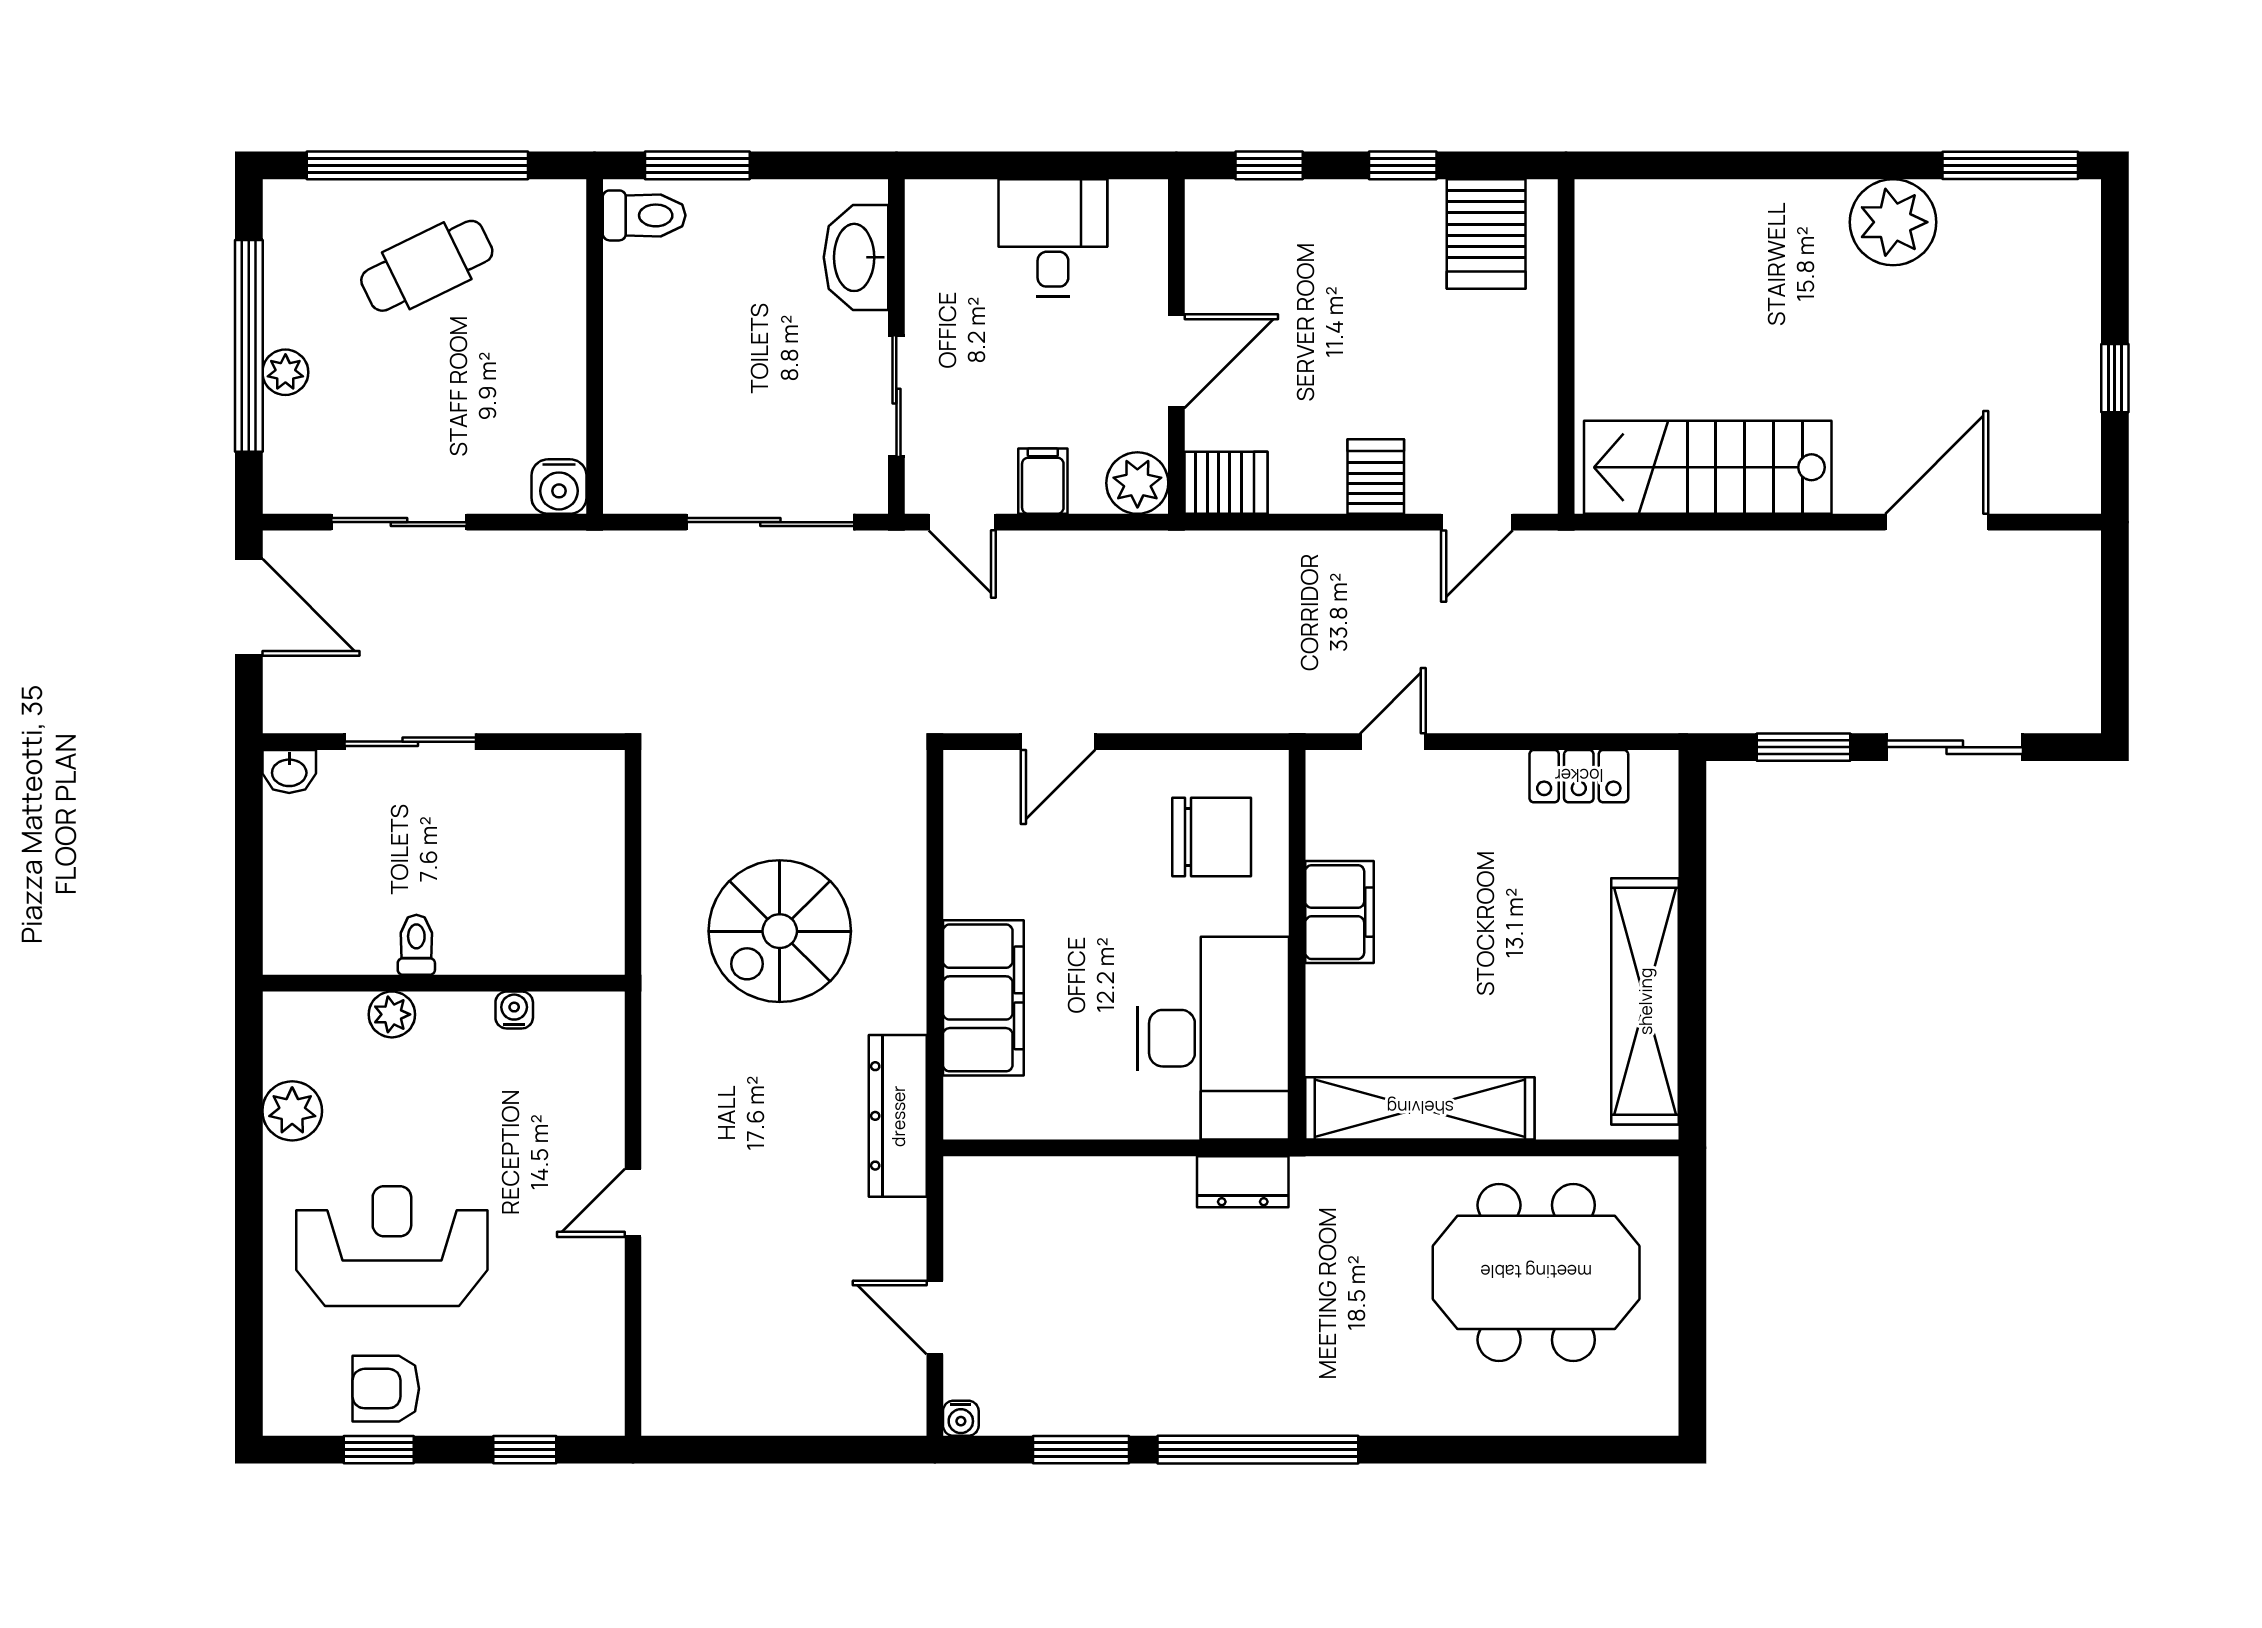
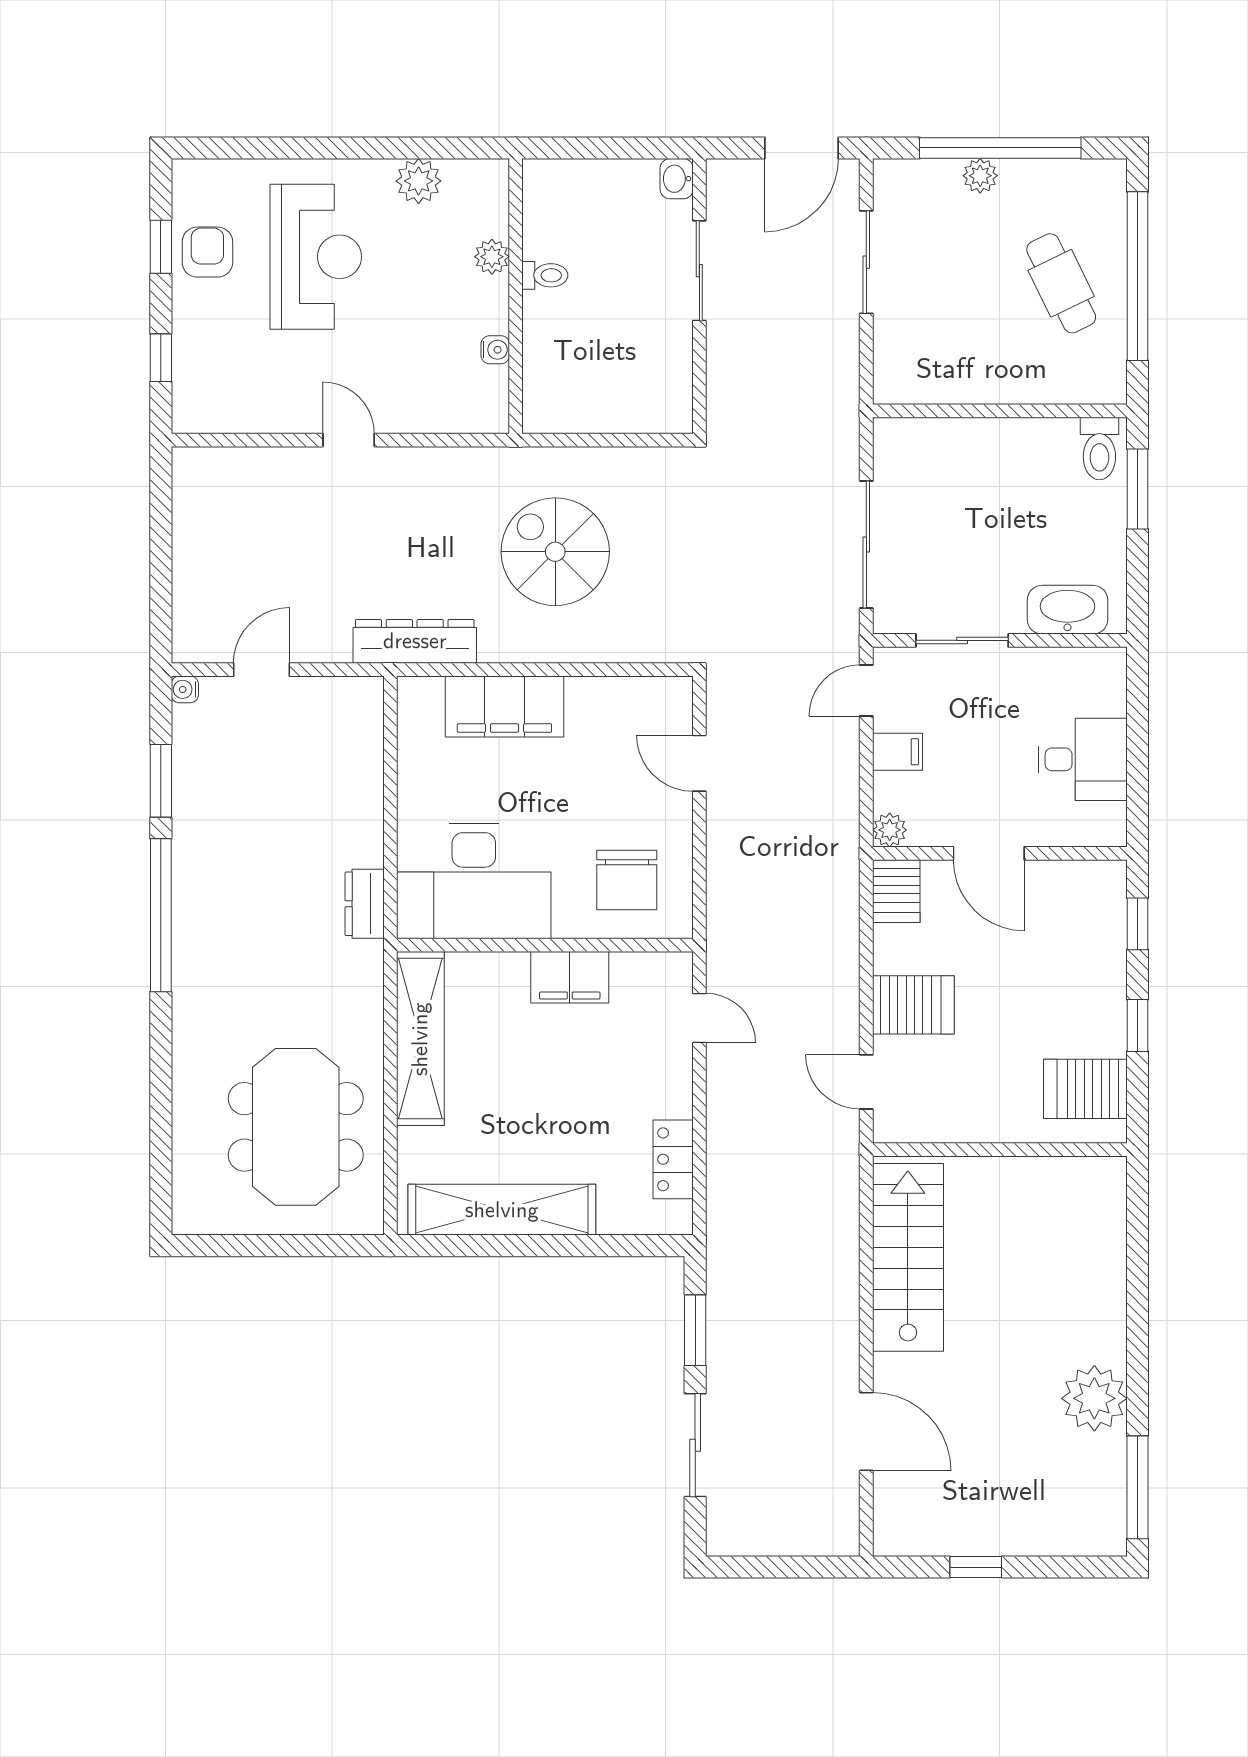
server rack: (1376, 477) -> (913, 1005), width x1.36, depth x1.44
plant: (1137, 483) -> (890, 830), width x0.73, depth x0.73
water cooler: (559, 487) -> (893, 384), removed

